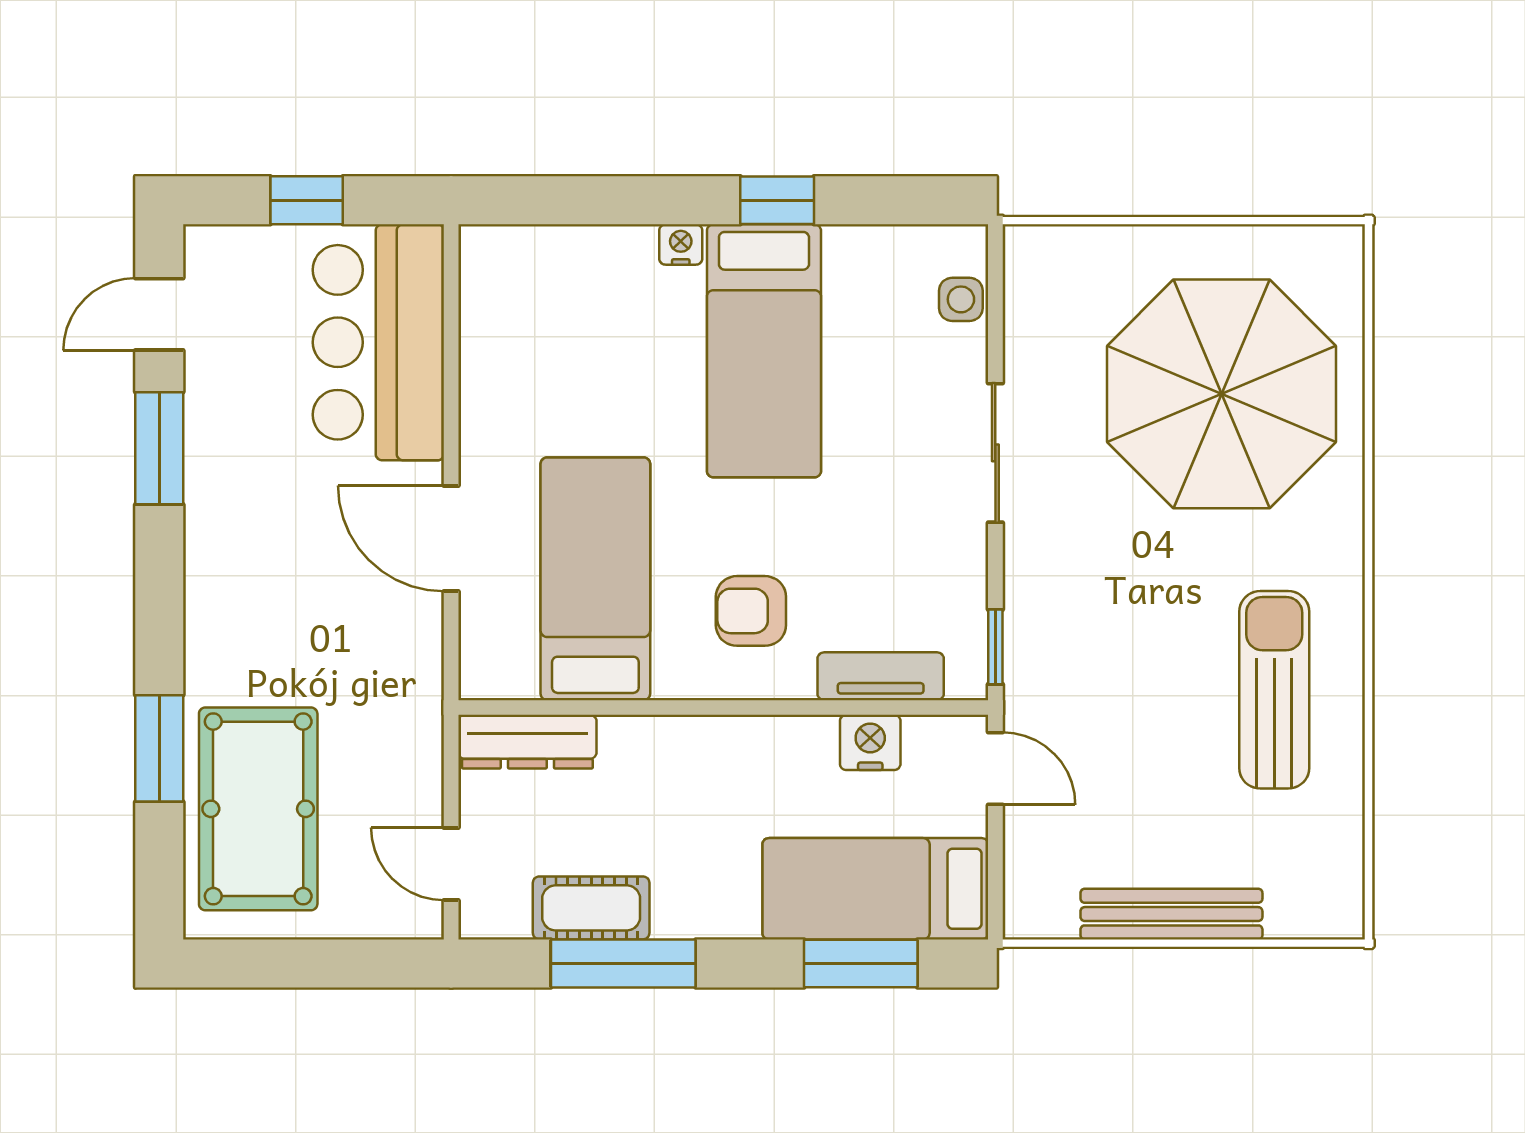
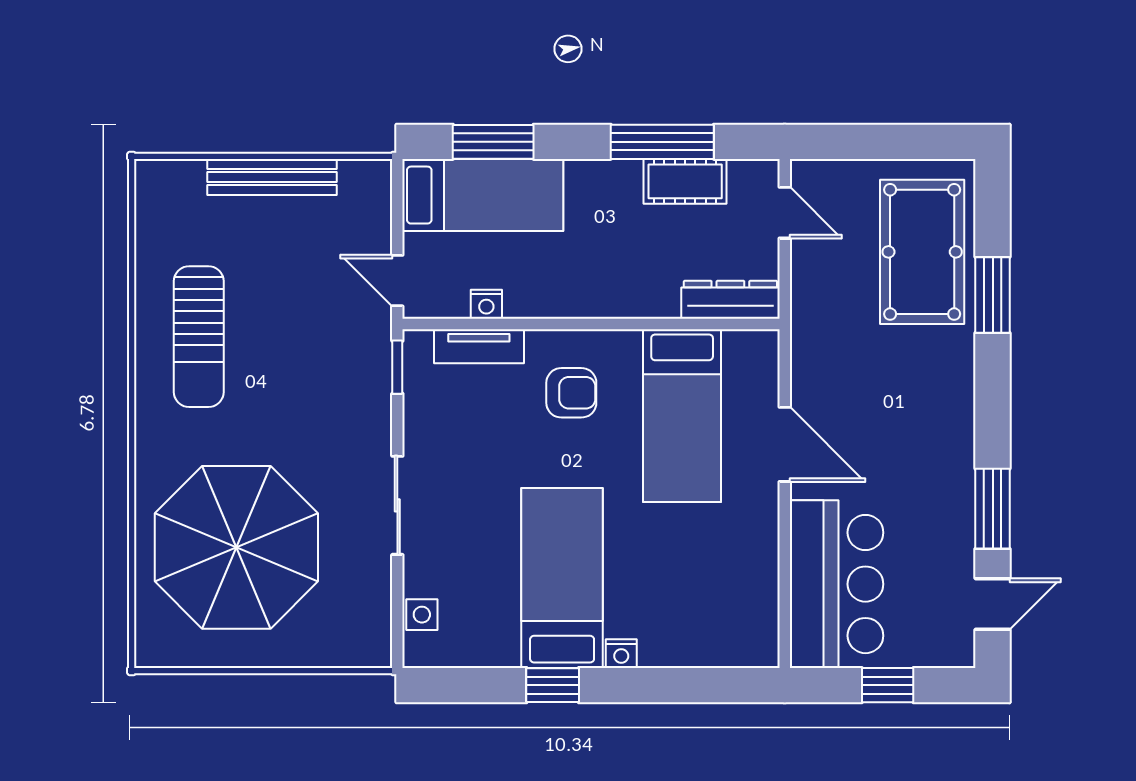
nightstand: (870, 742) -> (486, 304), width x0.72, depth x0.74

